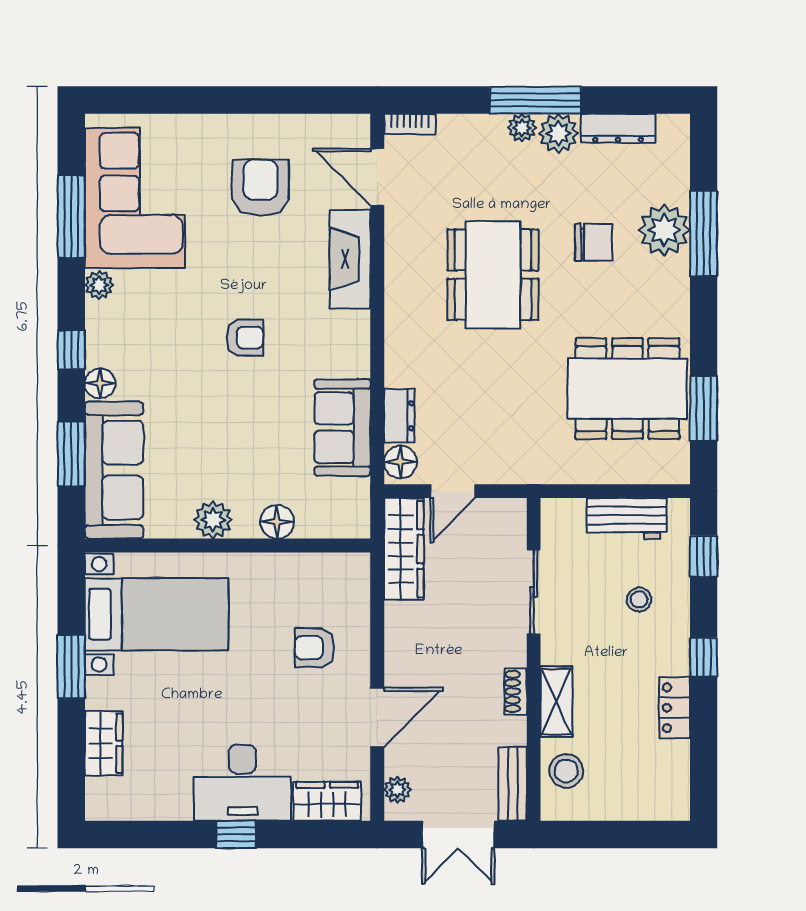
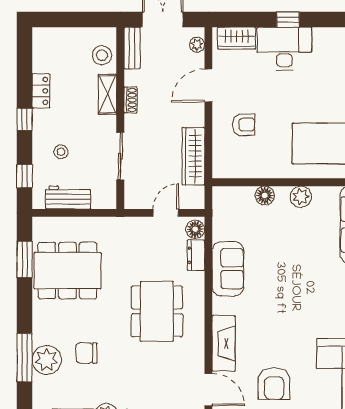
dining table: (493, 275) -> (157, 311), moved
armchair: (245, 338) -> (283, 299), removed
sofa: (342, 428) -> (228, 269), moved
wardrobe: (404, 549) -> (193, 156), moved

